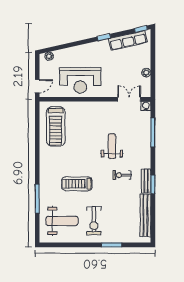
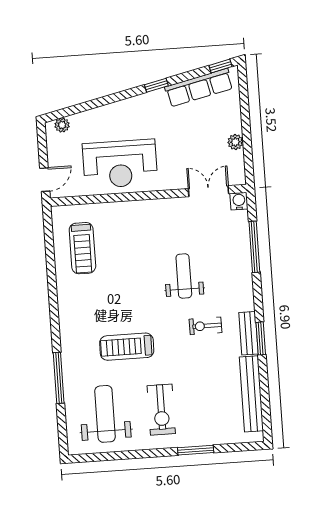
treadmill: (56, 126) -> (82, 248), width x0.73, depth x0.73
weight bench: (62, 221) -> (105, 414), turned -90

